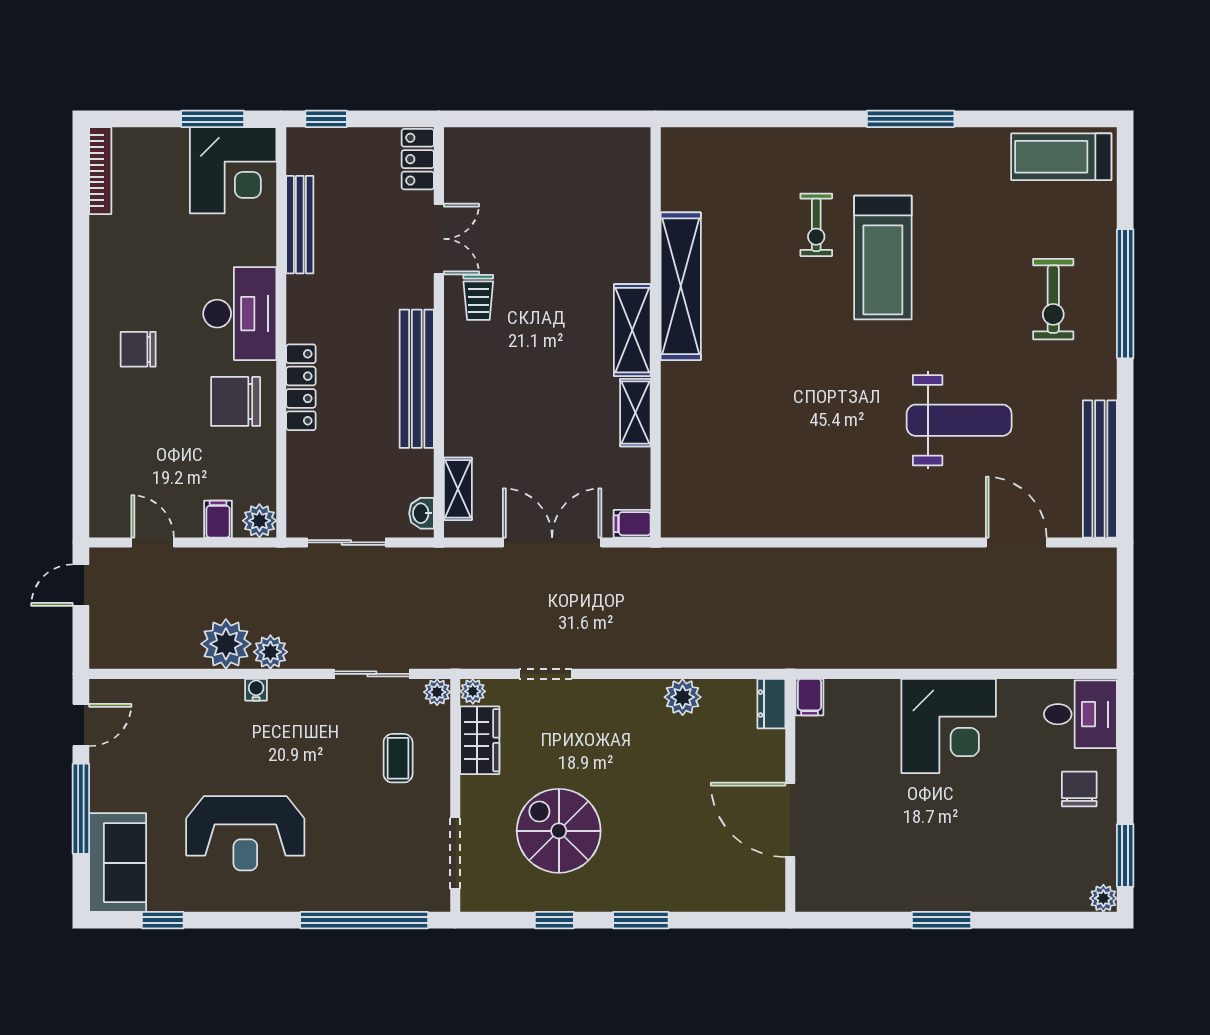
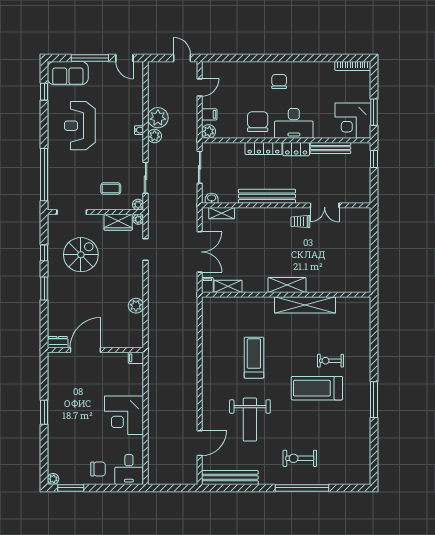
treadmill: (1061, 157) -> (254, 358), moved
locker: (418, 159) -> (296, 149), moved, turned 180
shelving: (635, 413) -> (228, 286), moved
dresser: (771, 704) -> (58, 342), moved

